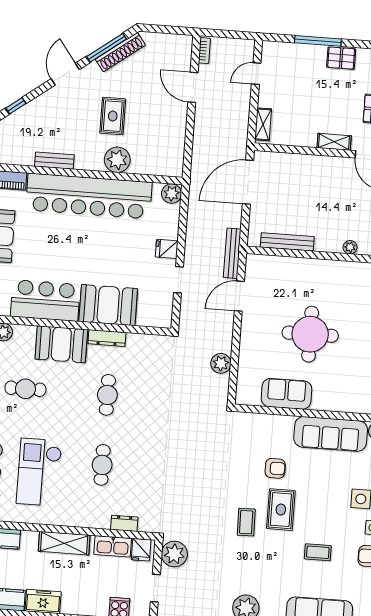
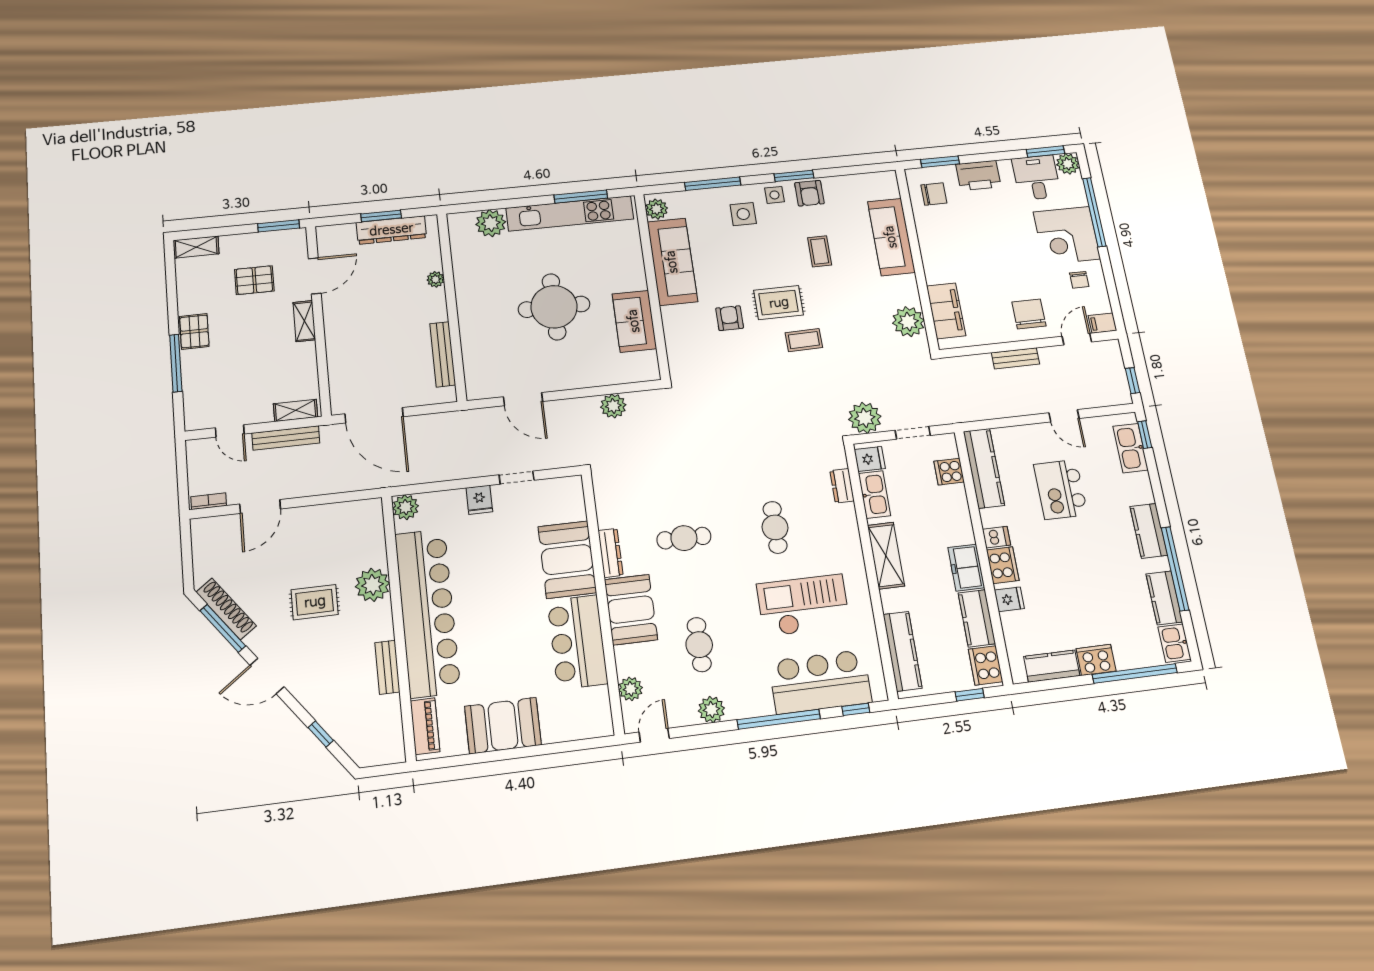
bench: (232, 253) -> (286, 438), moved
cafe table: (102, 465) -> (775, 527), turned 90
checkout: (39, 472) -> (803, 605), turned 180

